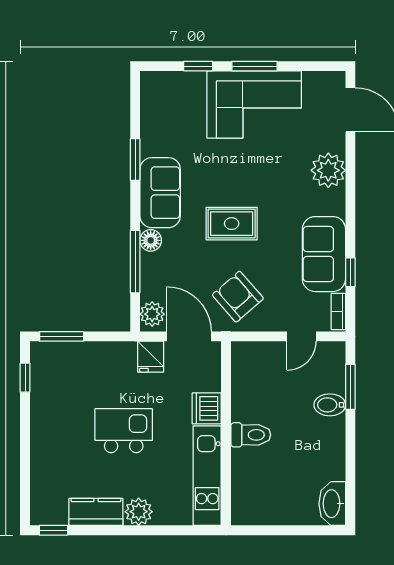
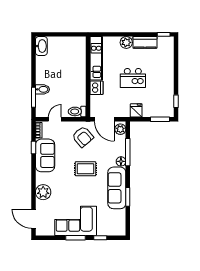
sofa: (160, 193) -> (117, 188), width x1.36
fridge: (151, 357) -> (136, 110), moved
toilet: (251, 435) -> (77, 111), moved

